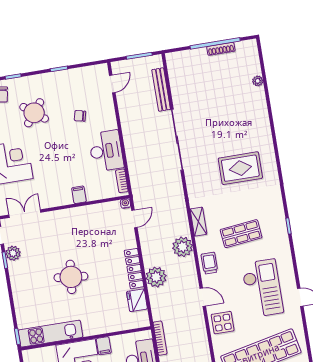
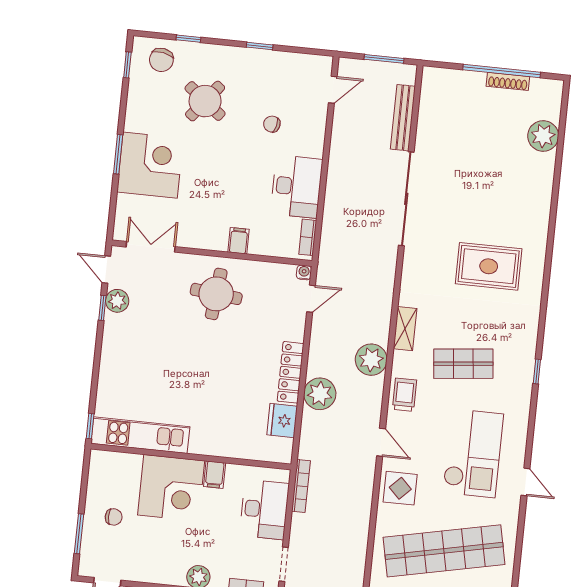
plant: (258, 81) -> (543, 136), width x1.88, depth x1.88
round table: (71, 277) -> (216, 294), moved

